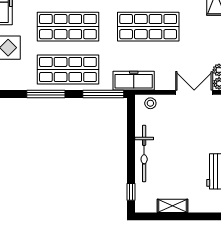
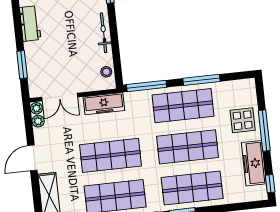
freezer: (134, 81) -> (104, 104), moved
stool: (150, 103) -> (106, 72), moved
bicycle: (144, 154) -> (104, 33), width x0.73, depth x0.71

